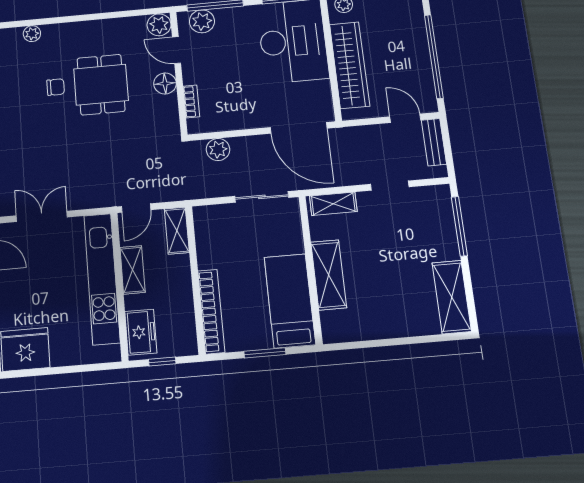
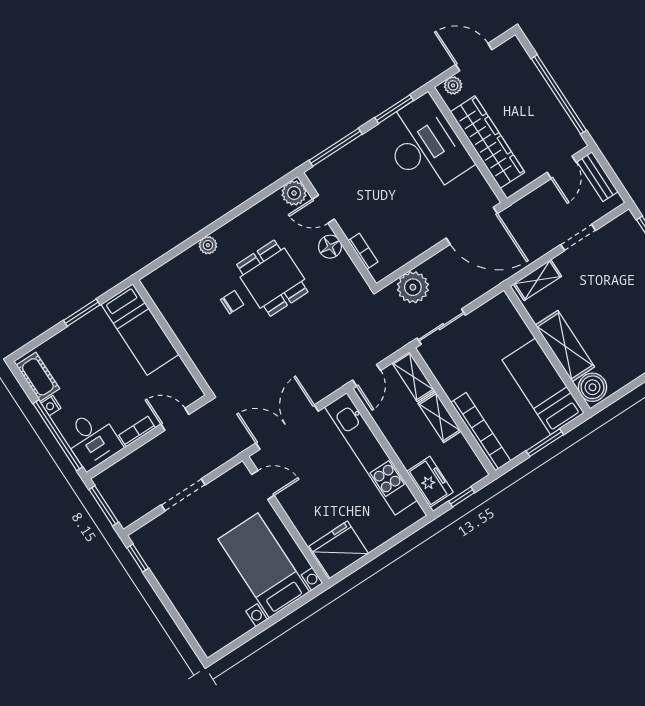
plant: (202, 21) -> (332, 169), removed
plant: (32, 34) -> (208, 245), moved
door: (405, 118) -> (562, 167), swing flipped
plant: (218, 150) -> (413, 287), width x1.36, depth x1.36
sliding door: (262, 197) -> (441, 327), moved
double door: (42, 216) -> (287, 427), width x1.37
shelving: (132, 270) -> (440, 417), moved
boiler: (335, 325) -> (593, 387), added

